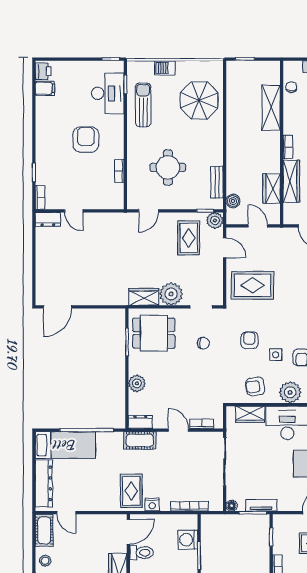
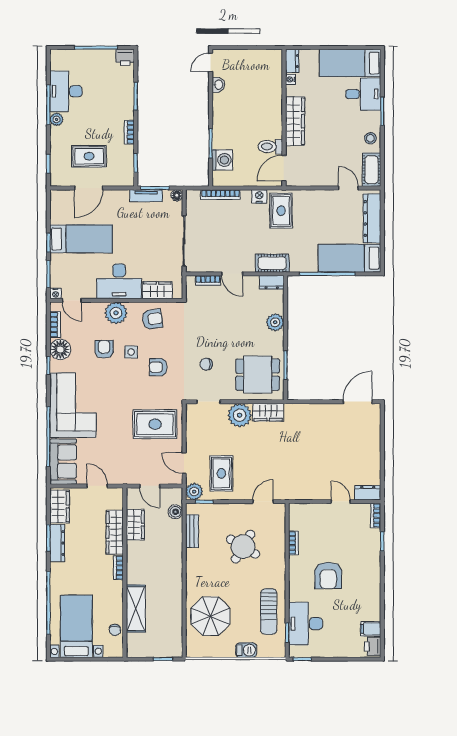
round table: (168, 167) -> (243, 547), turned 31
armchair: (249, 340) -> (158, 367), turned 90

